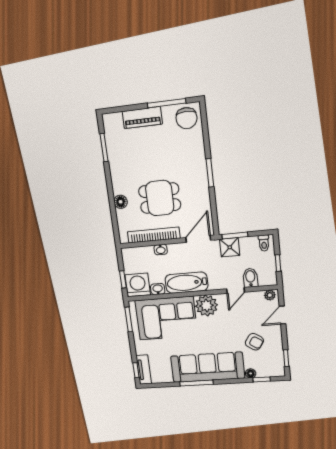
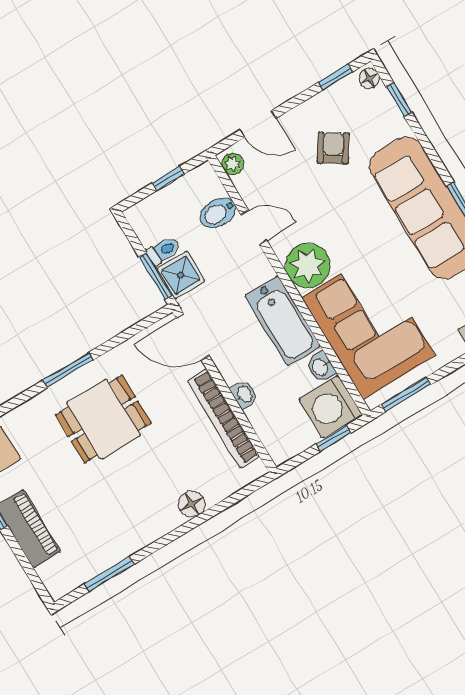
dining table: (160, 198) -> (103, 419), moved, turned 90
toilet: (264, 243) -> (163, 251), moved
floor lamp: (251, 373) -> (369, 78), moved

